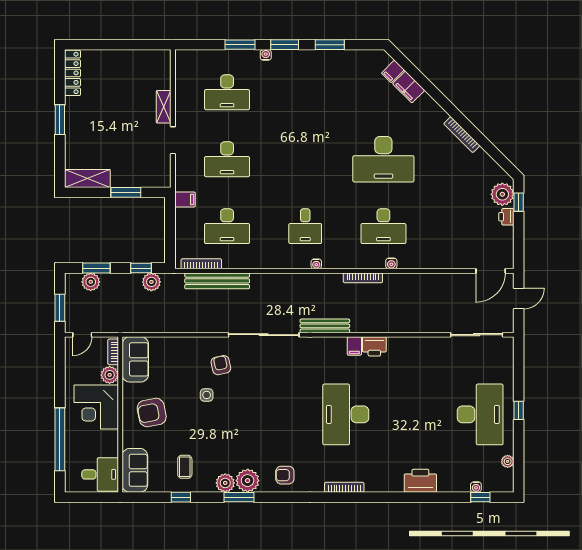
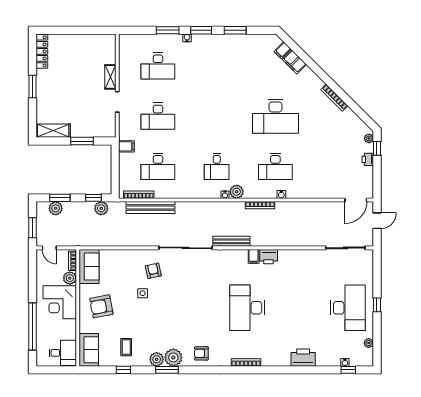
plant: (502, 194) -> (369, 138), width x0.53, depth x0.53
plant: (332, 260) -> (237, 192), added
door: (82, 335) -> (49, 248), hinge flipped

